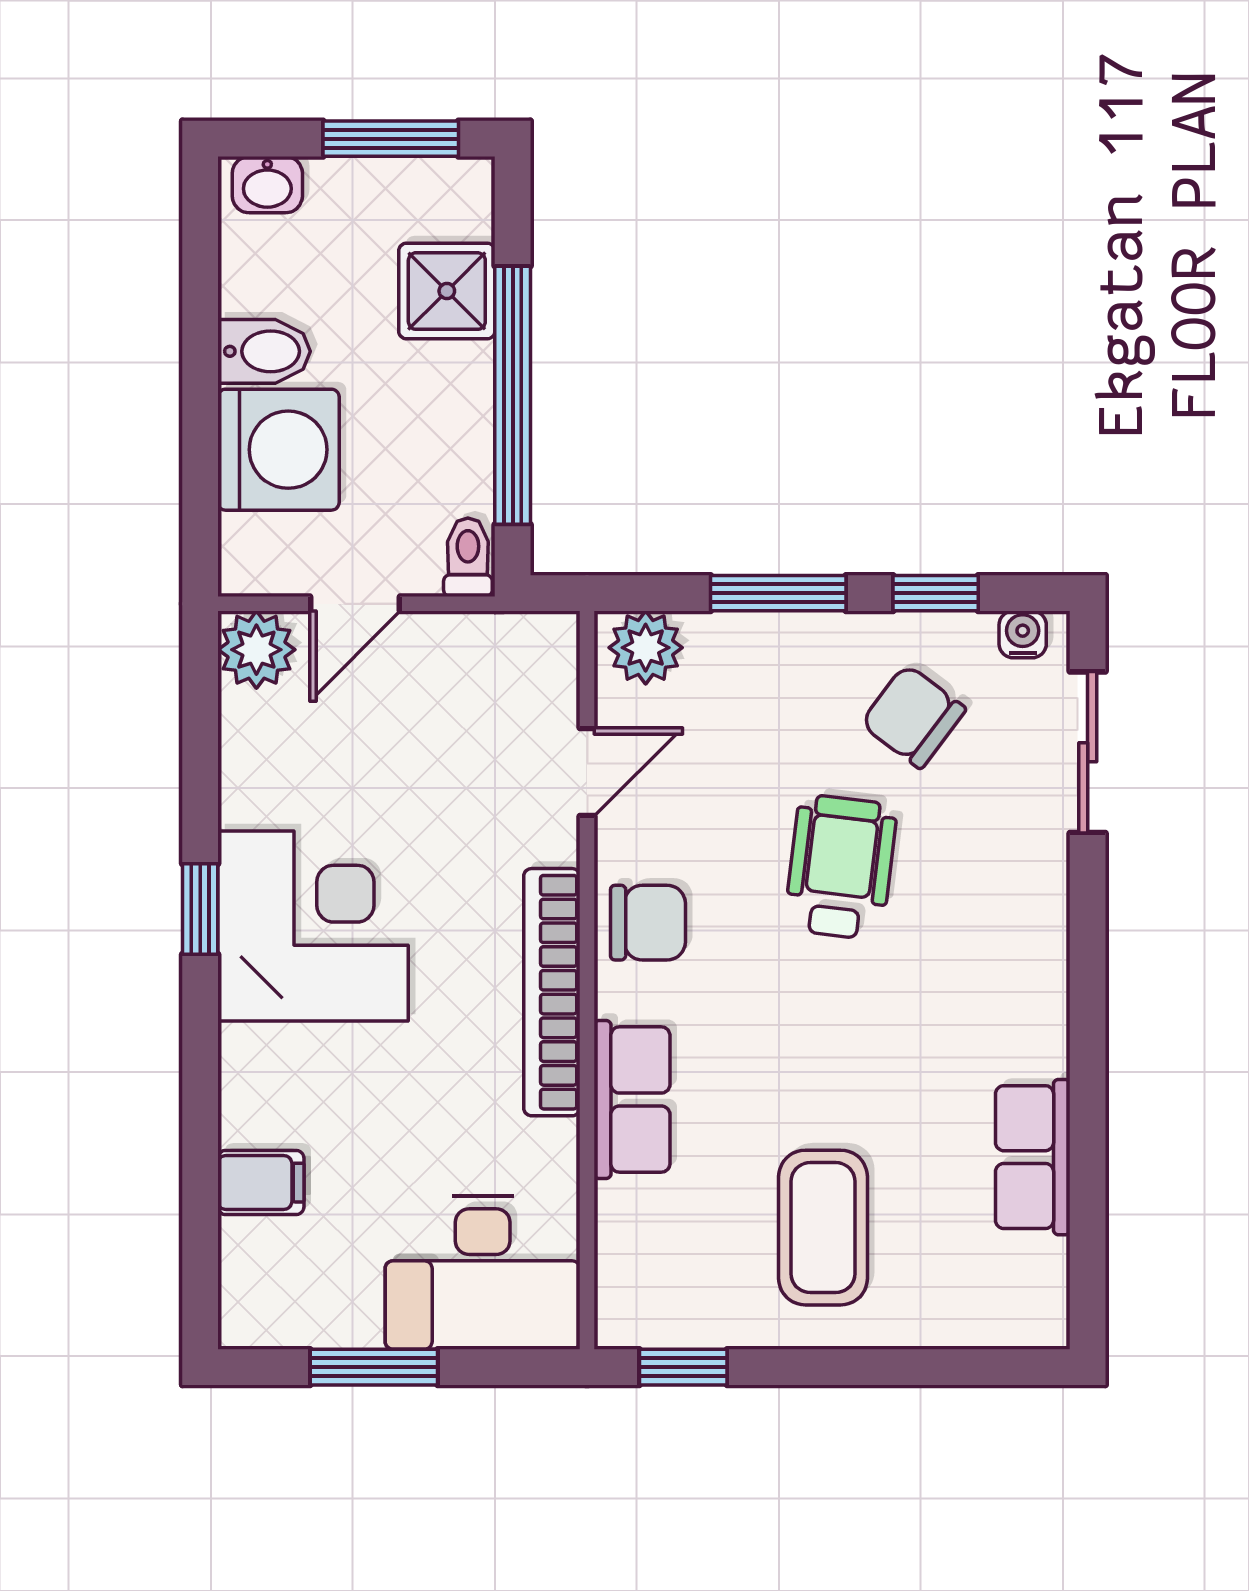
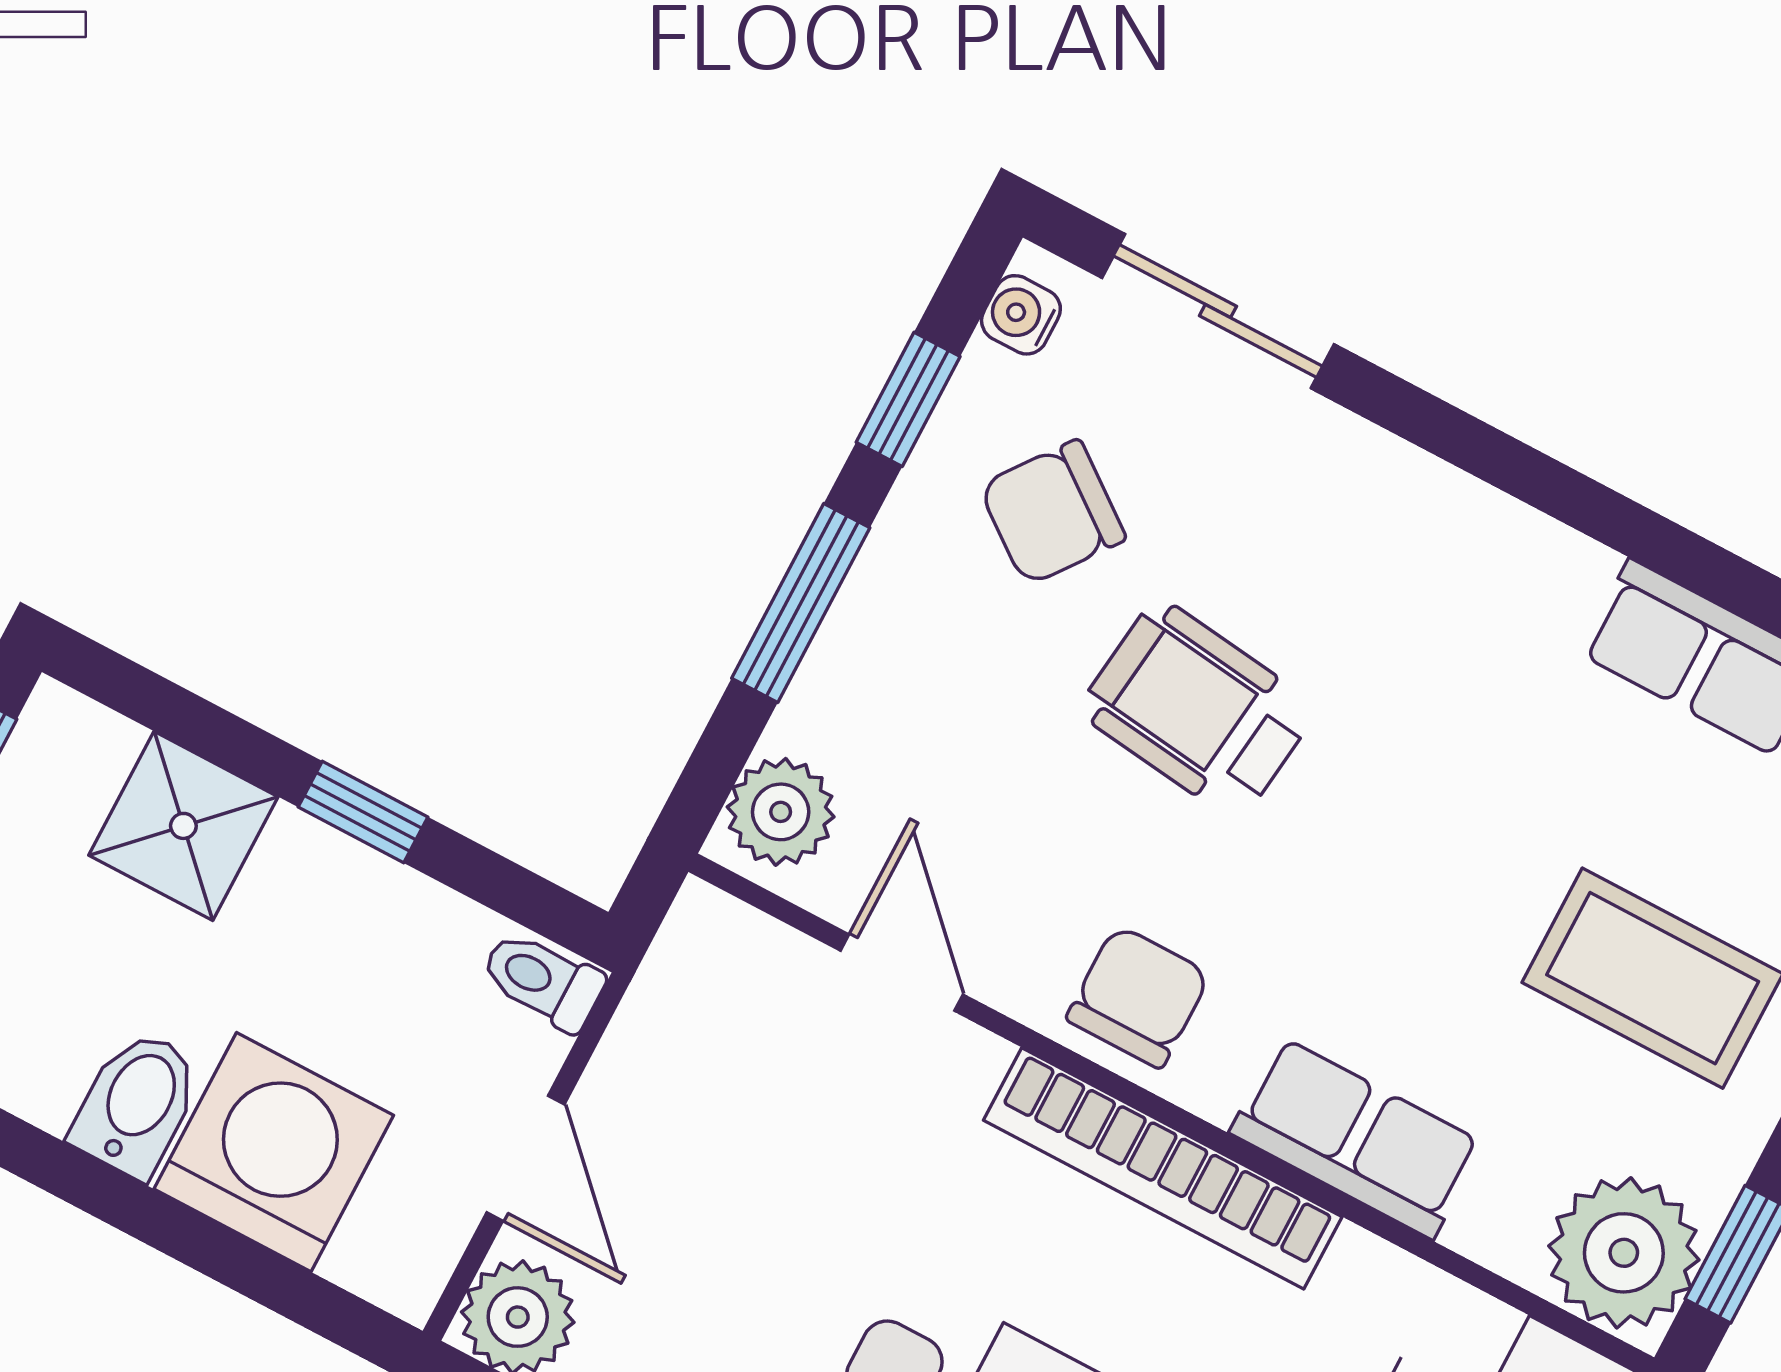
window: (513, 395) -> (363, 812), width x0.32
plant: (648, 1298) -> (1624, 1253), added

